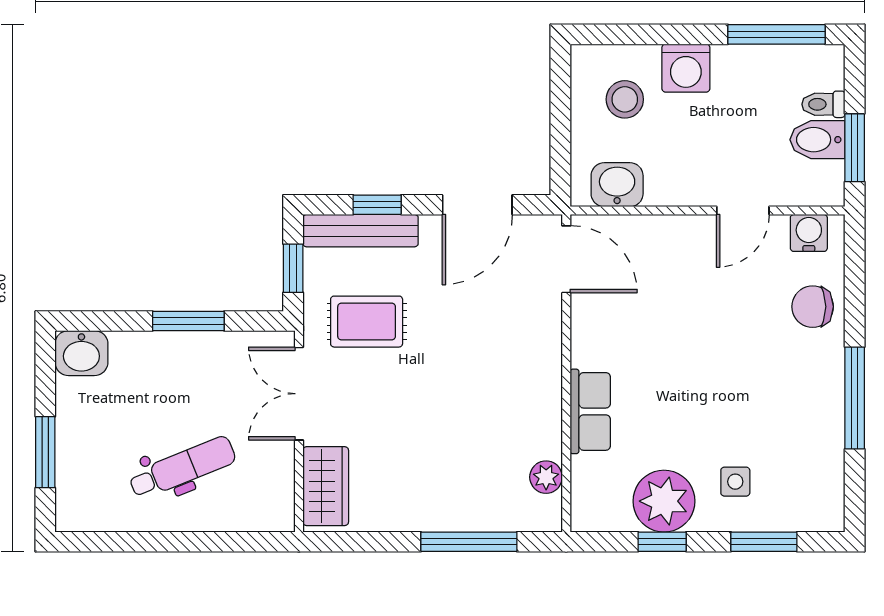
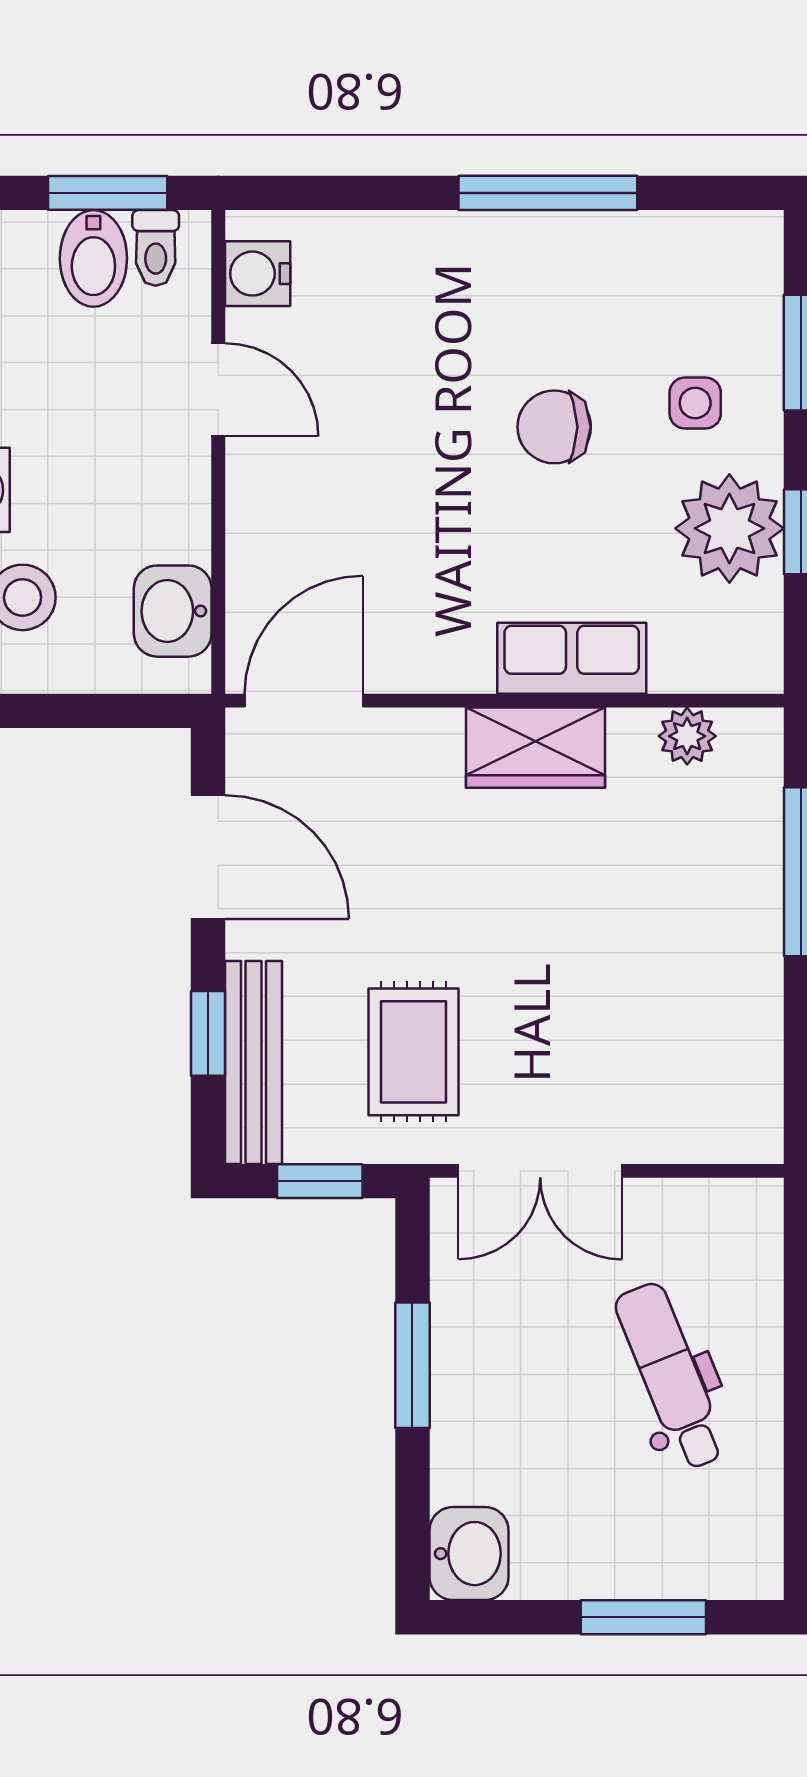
toilet: (823, 104) -> (156, 248), moved
chair: (813, 307) -> (554, 427), moved, turned 90
wardrobe: (326, 486) -> (535, 748), moved, turned 180

